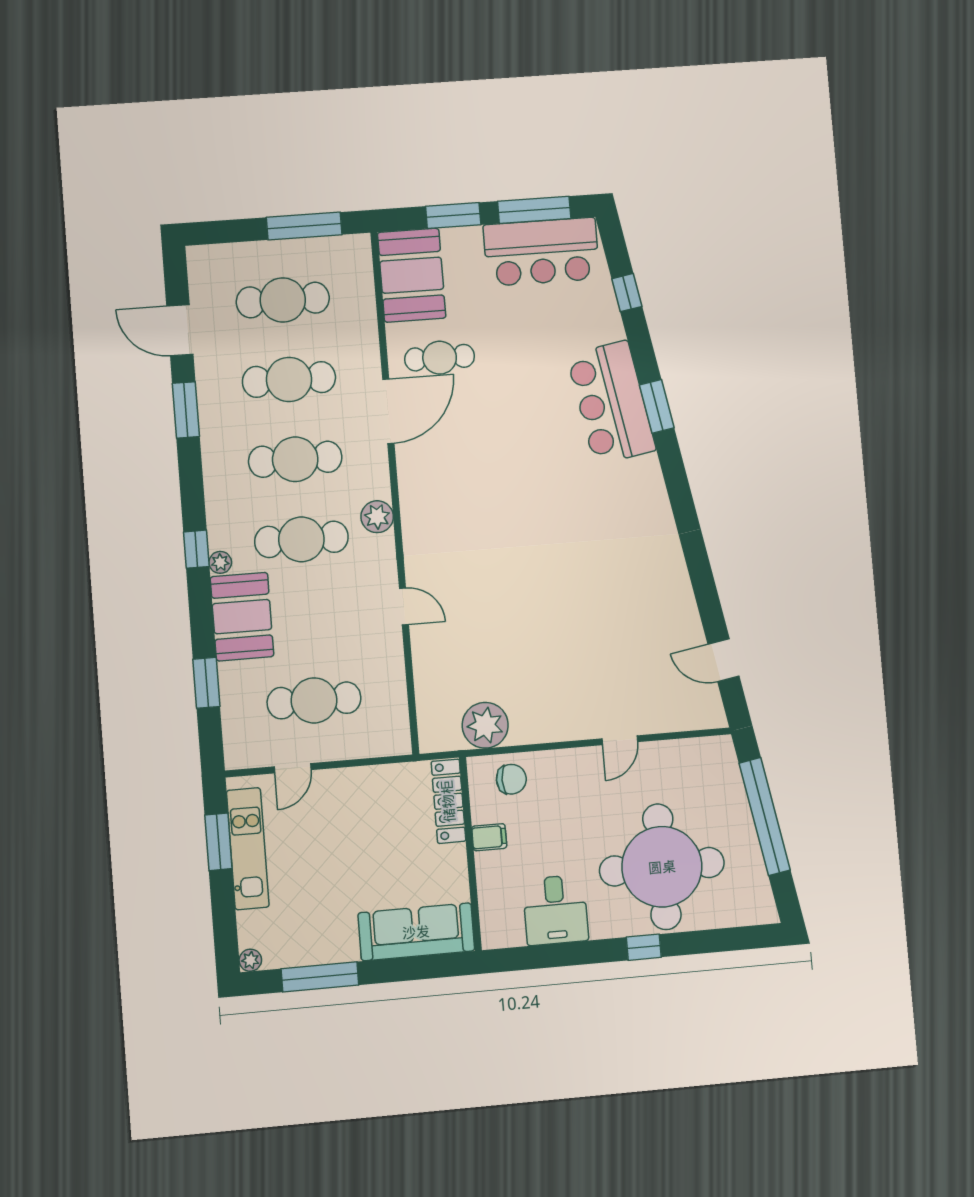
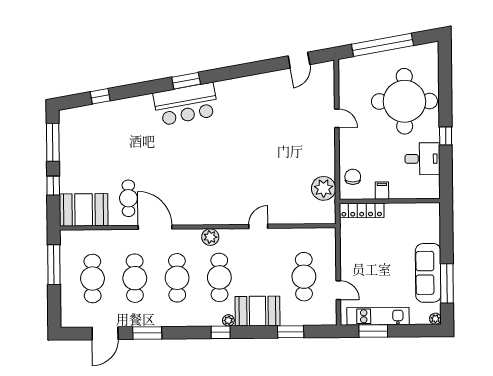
window: (453, 216) -> (53, 186), width x0.67
bar counter: (541, 252) -> (75, 140), removed
bar counter: (611, 403) -> (186, 104), moved
window: (657, 406) -> (186, 81), moved
sofa: (416, 932) -> (428, 273), moved
window: (644, 947) -> (446, 136), moved

